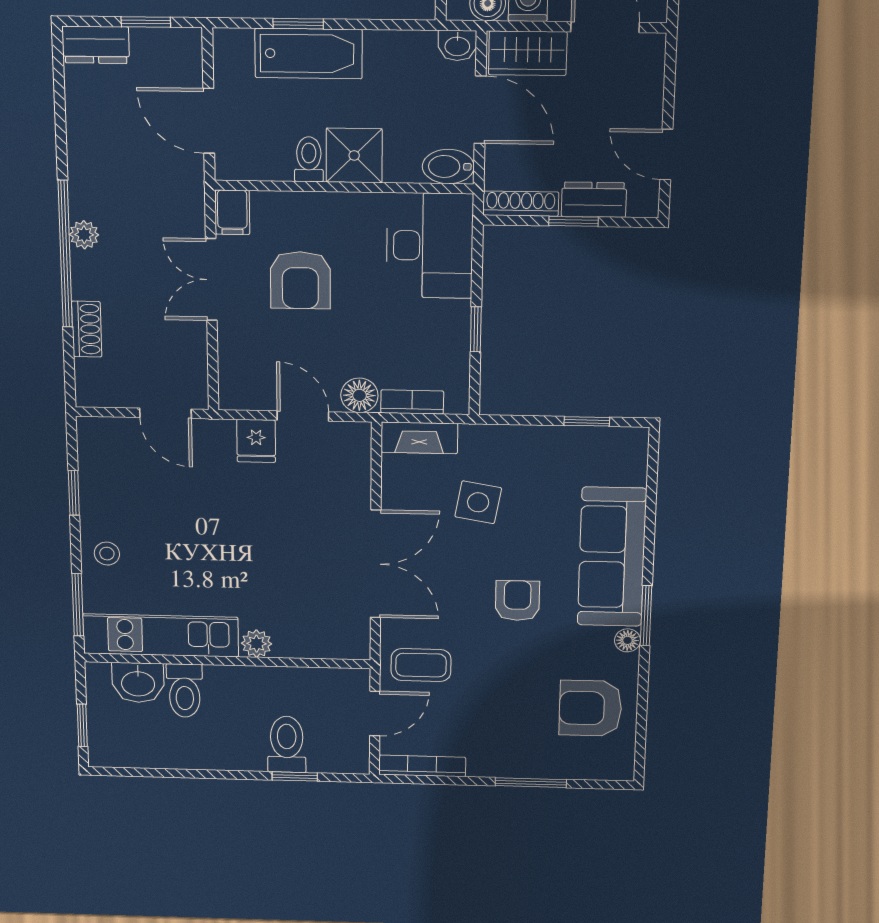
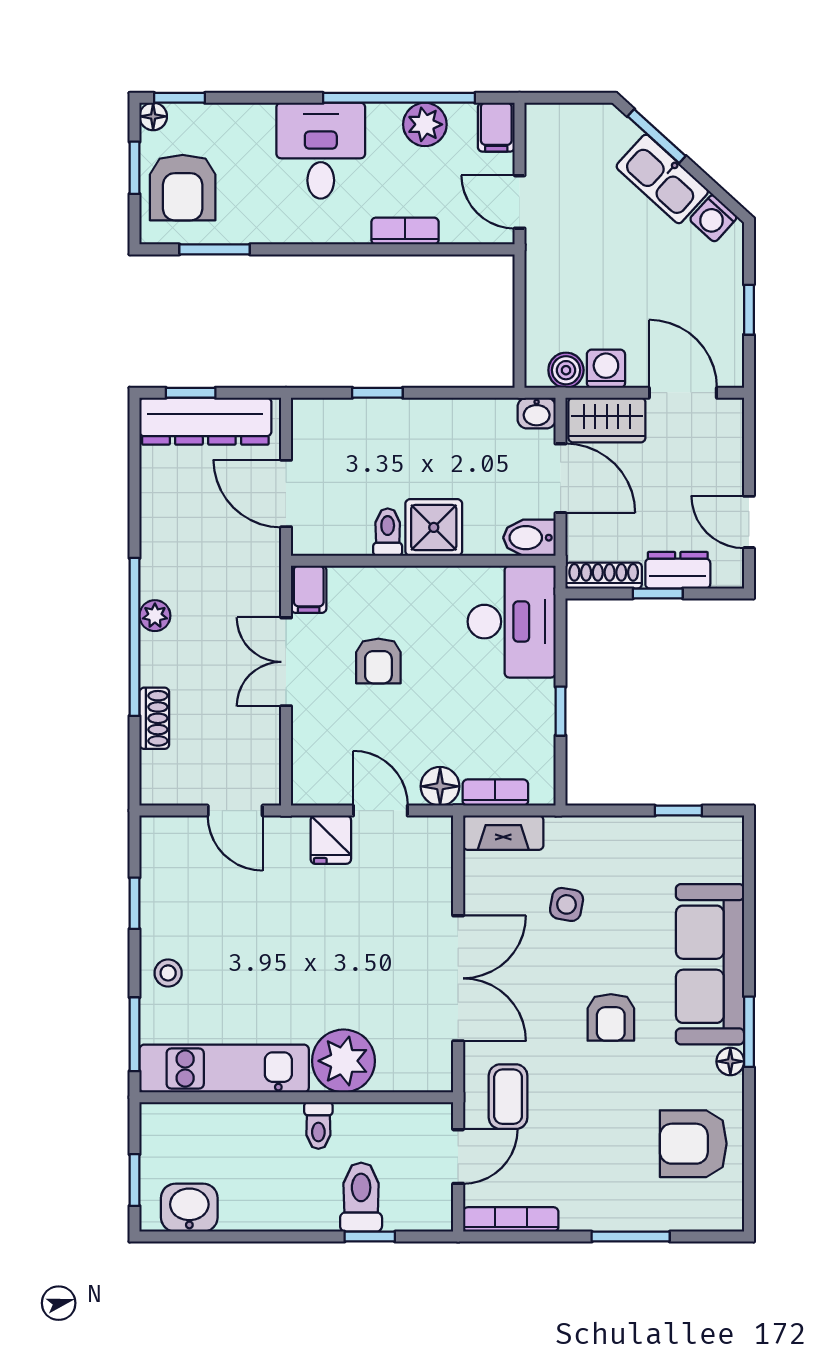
window: (146, 22) -> (191, 393), moved
dresser: (96, 45) -> (205, 421), width x1.96, depth x1.24
bathtub: (309, 54) -> (388, 423), removed
armchair: (300, 280) -> (378, 661), width x0.72, depth x0.72
side table: (478, 502) -> (567, 904), width x0.73, depth x0.73
armchair: (517, 601) -> (611, 1017), turned 180
plant: (257, 644) -> (344, 1061), width x1.88, depth x1.88
coffee table: (421, 665) -> (508, 1097), turned 90
washbasin: (138, 683) -> (189, 1208), moved, turned 180
toilet: (185, 691) -> (318, 1126), moved, width x0.73, depth x0.72

